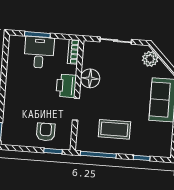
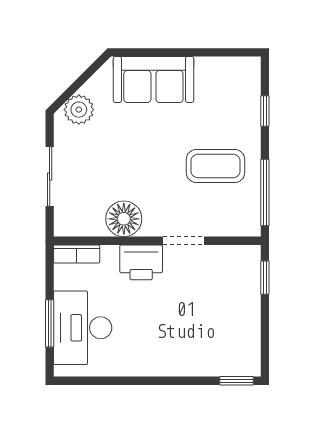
desk: (39, 52) -> (83, 328), width x1.37
coffee table: (114, 129) -> (216, 166), turned 90
armchair: (46, 132) -> (230, 294), removed

